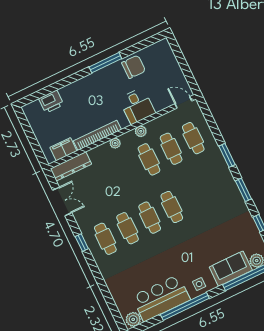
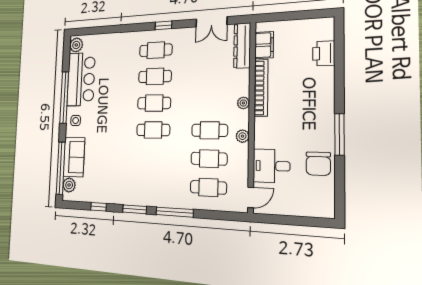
desk: (137, 106) -> (272, 166), moved
window: (227, 155) -> (175, 212), width x1.44

